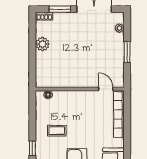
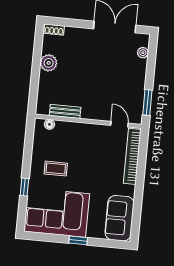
window: (60, 9) -> (73, 23), removed
window: (127, 52) -> (147, 103), moved
bench: (60, 83) -> (65, 111), added

